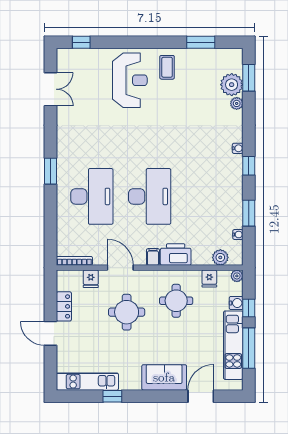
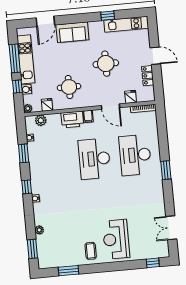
plant: (232, 85) -> (44, 243), removed
round table: (127, 312) -> (106, 64), moved

